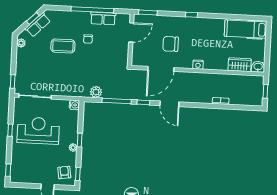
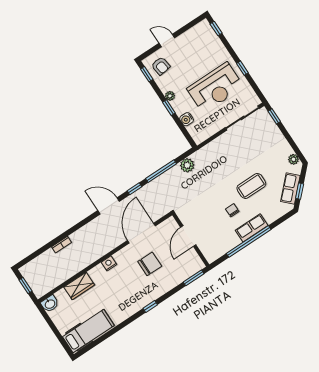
row of seats: (103, 18) -> (252, 228), moved
door: (131, 32) -> (188, 236), moved
wardrobe: (240, 65) -> (79, 286), moved
water cooler: (74, 105) -> (187, 119), moved

